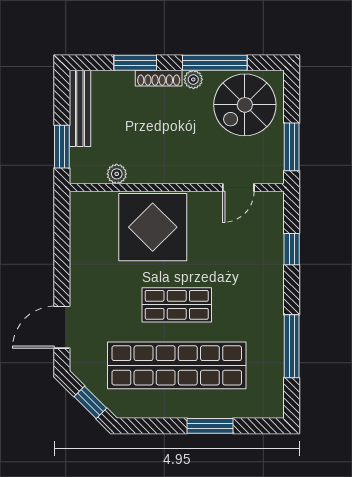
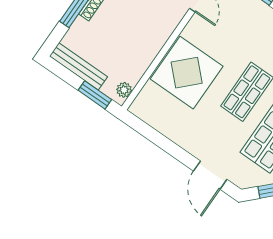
plant: (117, 174) -> (124, 90), moved

